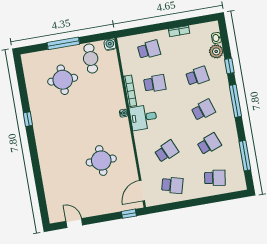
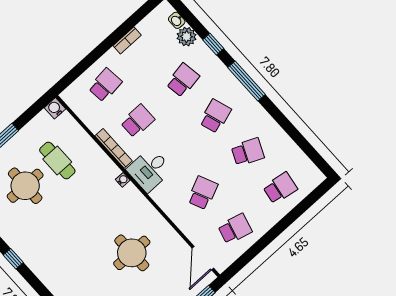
cafe table: (91, 59) -> (57, 161), moved
school desk: (209, 144) -> (248, 152), turned 45
window: (245, 156) -> (299, 139), removed

